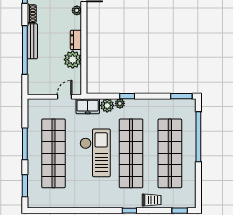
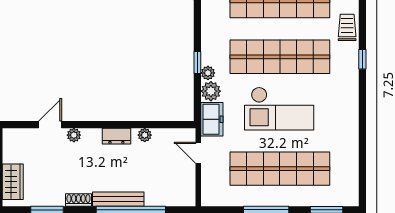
plant: (73, 60) -> (145, 135), width x0.53, depth x0.53
checkout: (95, 153) -> (279, 109), turned 180

